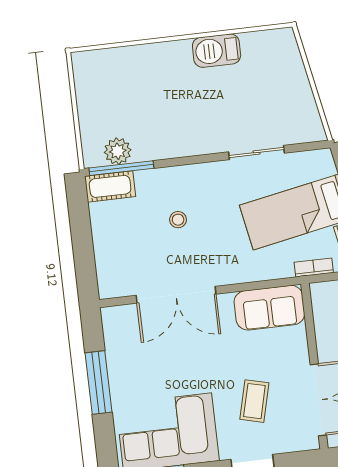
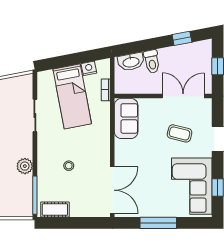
plant: (118, 151) -> (25, 166), moved
cot: (110, 186) -> (55, 210), moved, turned 90
double door: (176, 295) -> (112, 190), moved

